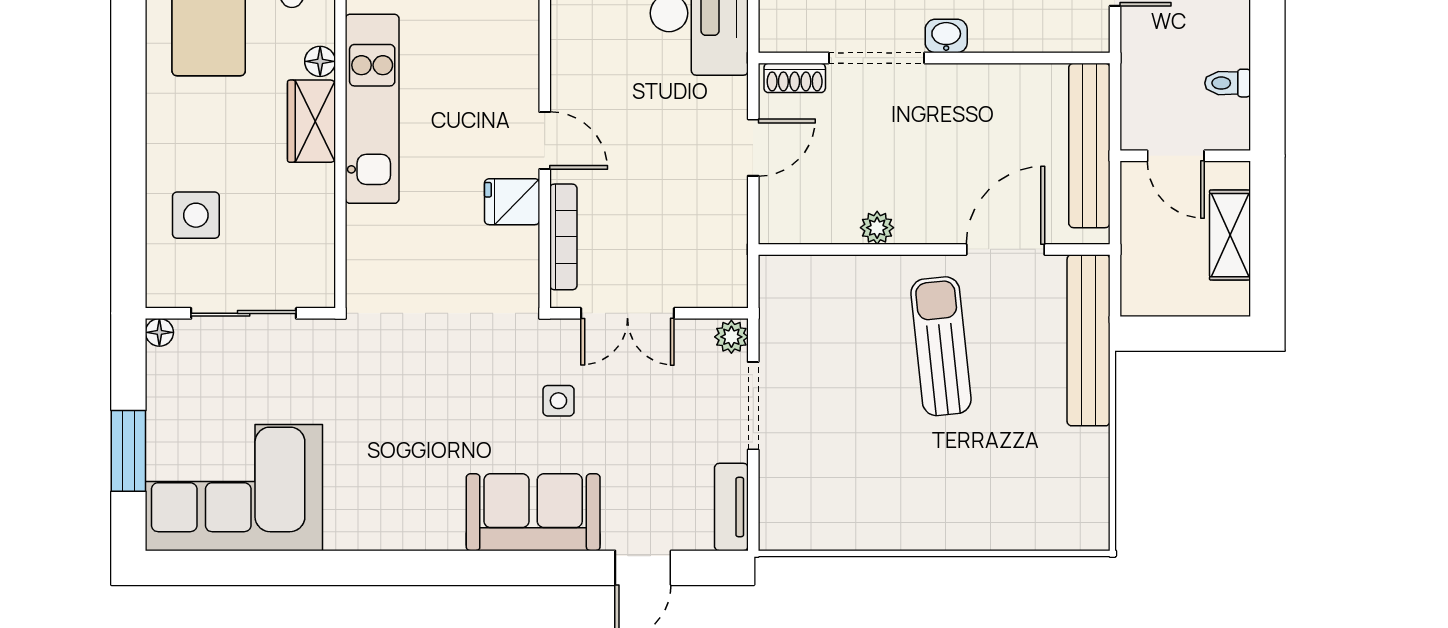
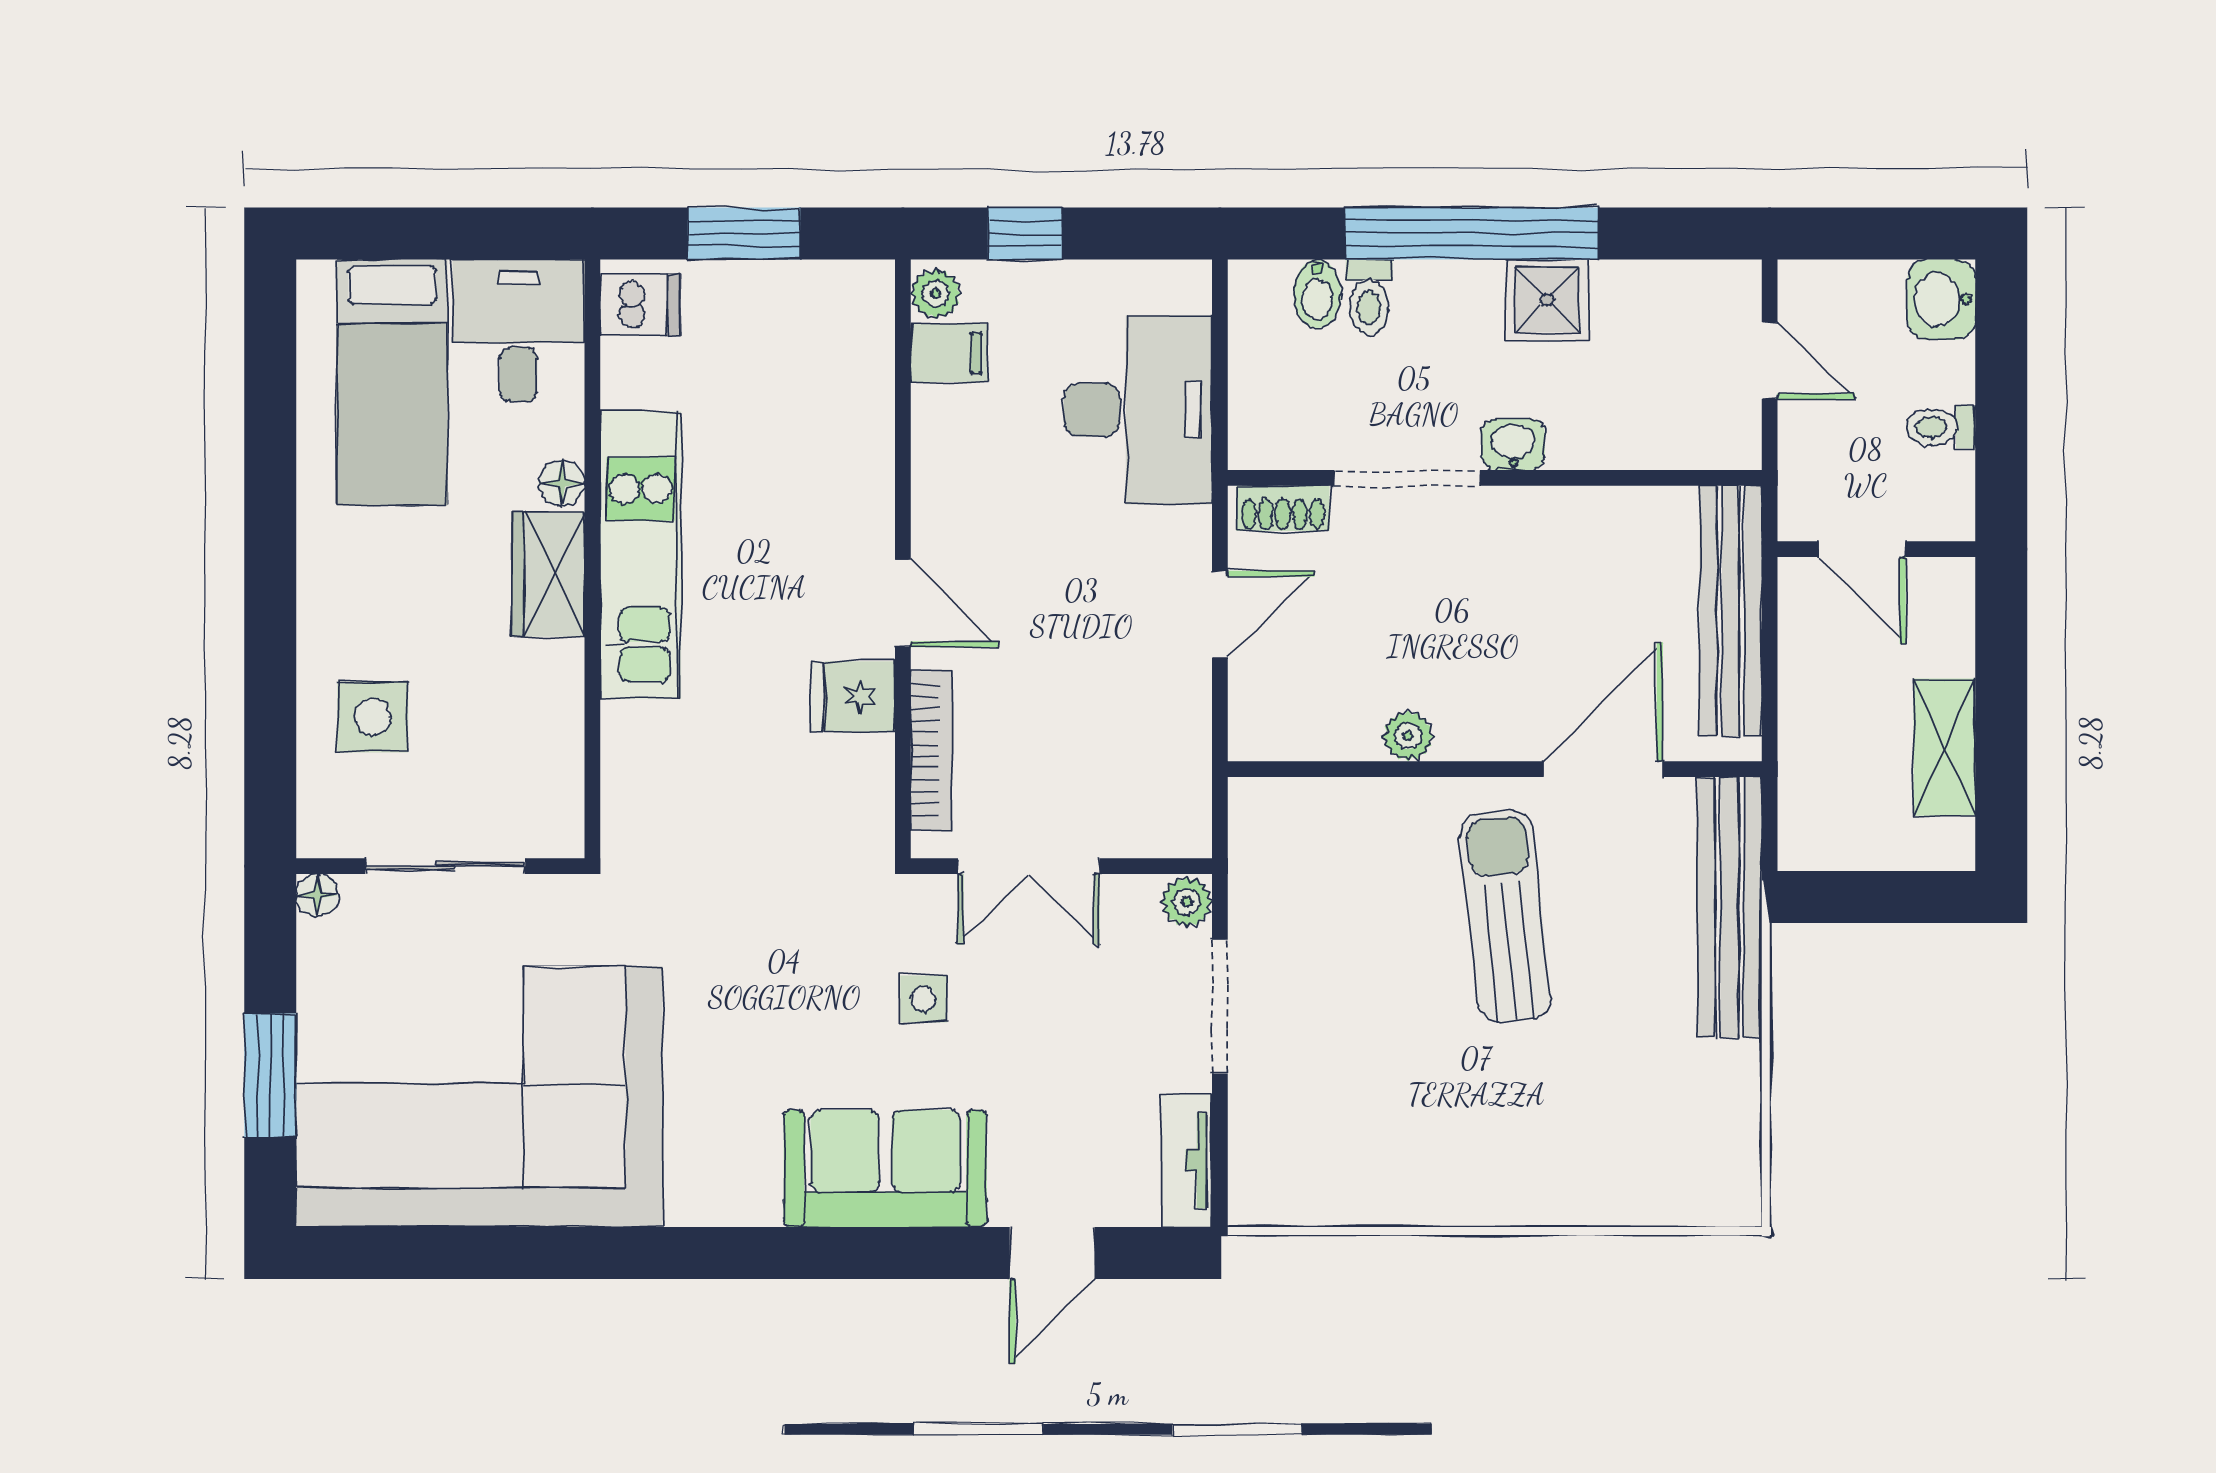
toilet: (1228, 83) -> (1941, 427), moved
door: (1176, 156) -> (1862, 549), moved
wall: (1185, 156) -> (1876, 549), moved
corner sofa: (234, 488) -> (479, 1097), width x1.36, depth x1.36

